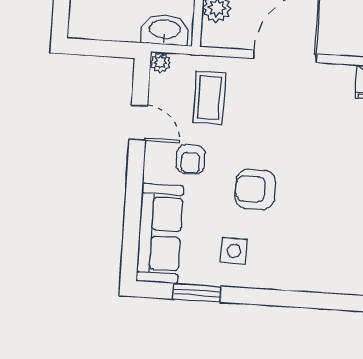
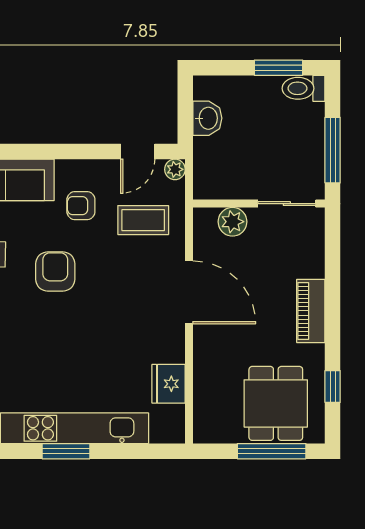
washbasin: (165, 30) -> (207, 118), moved, width x0.72
door: (138, 122) -> (138, 151), moved

